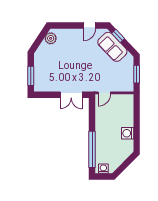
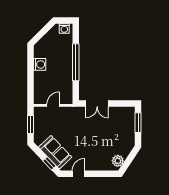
door: (104, 93) -> (53, 105), moved
double door: (71, 95) -> (97, 104), swing flipped
window: (92, 149) -> (76, 62), moved

